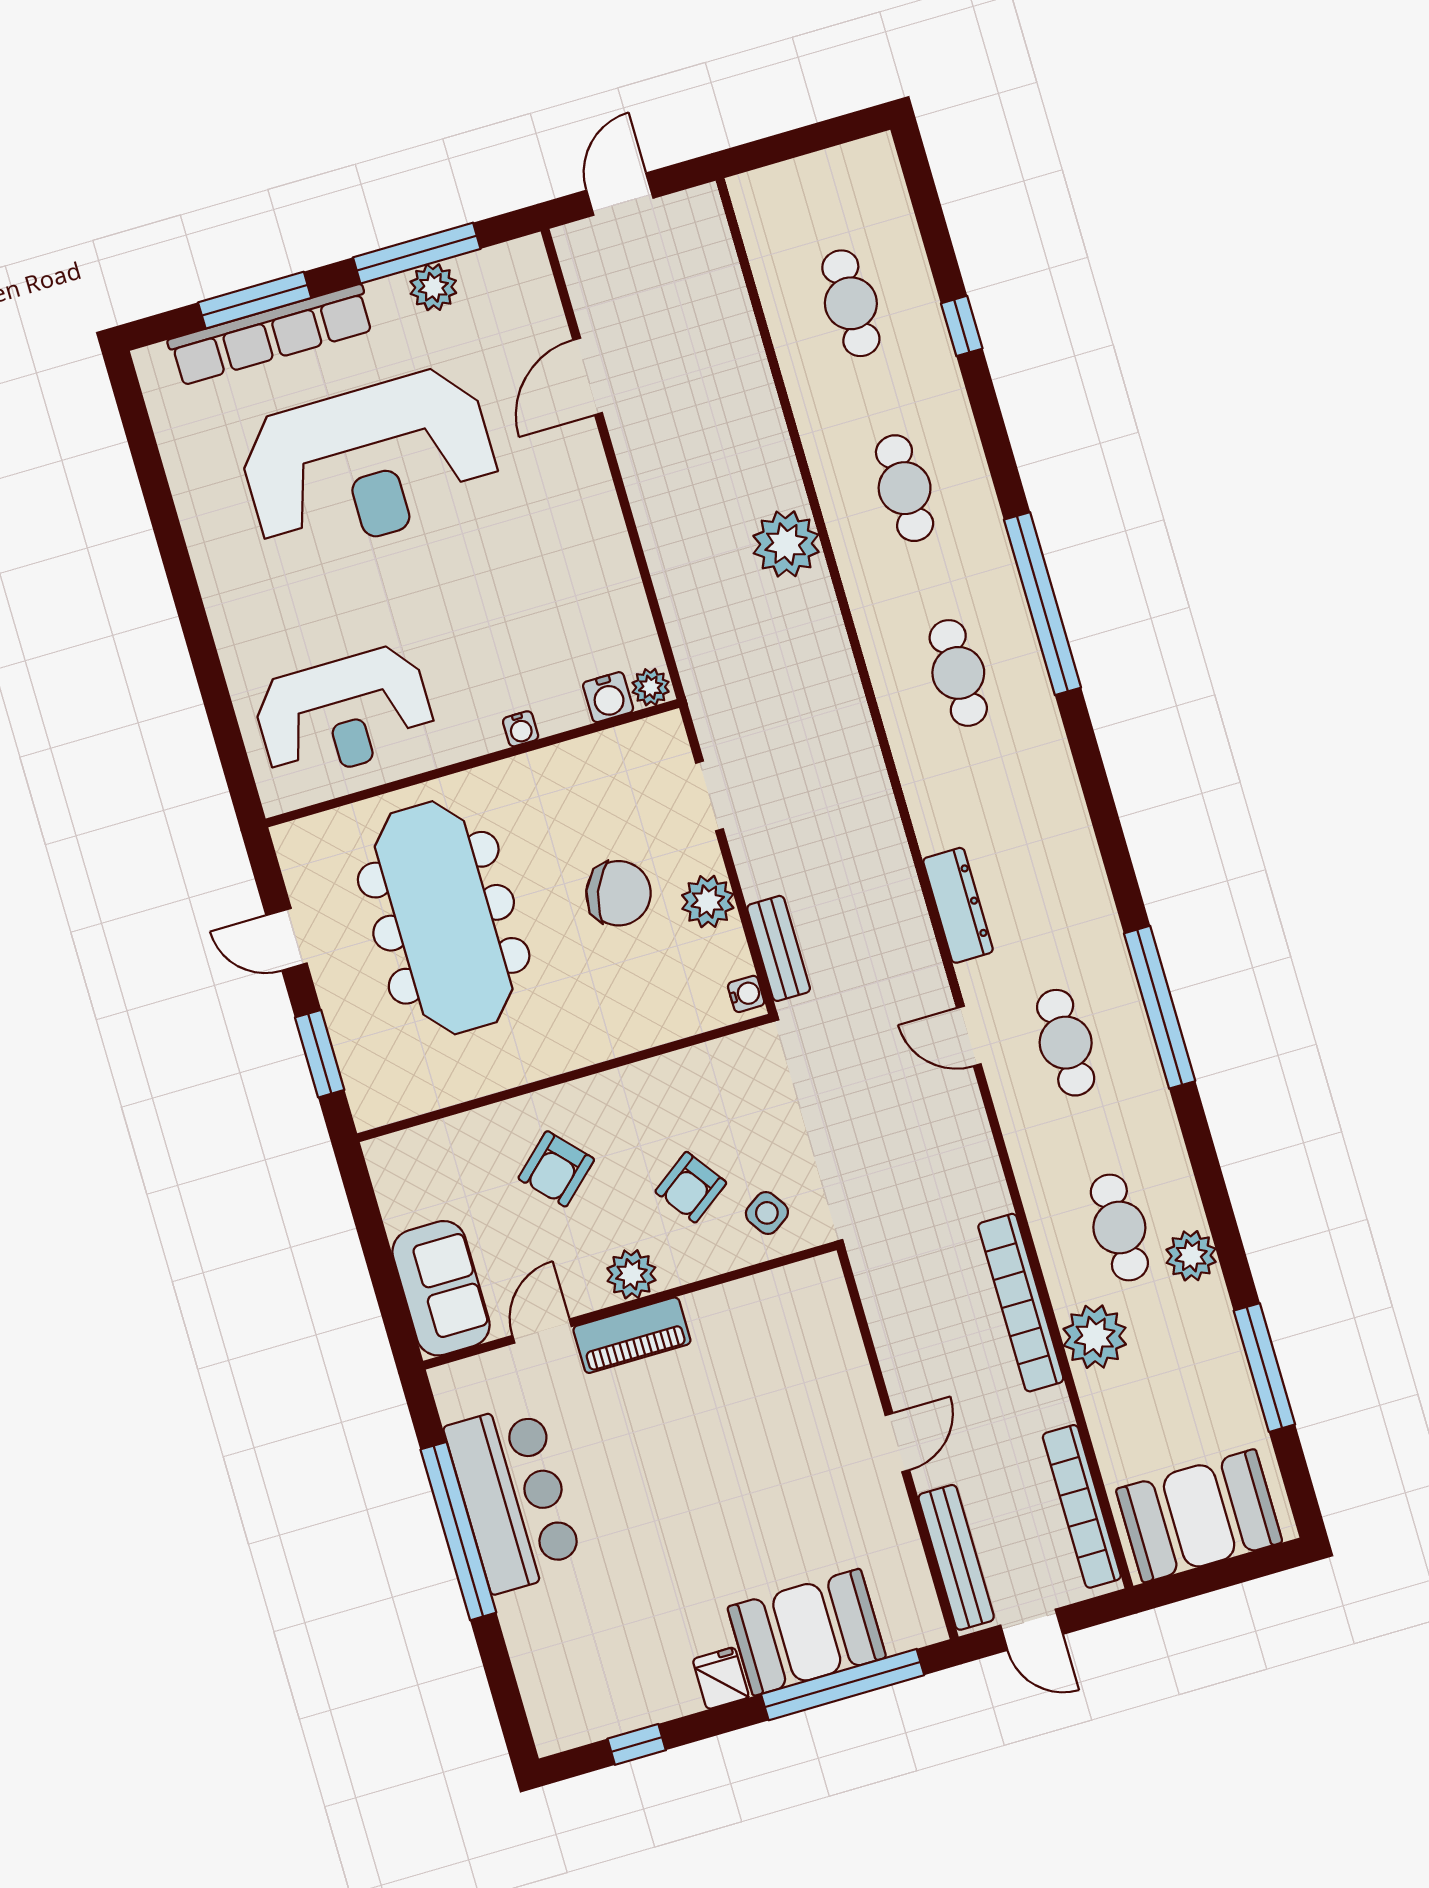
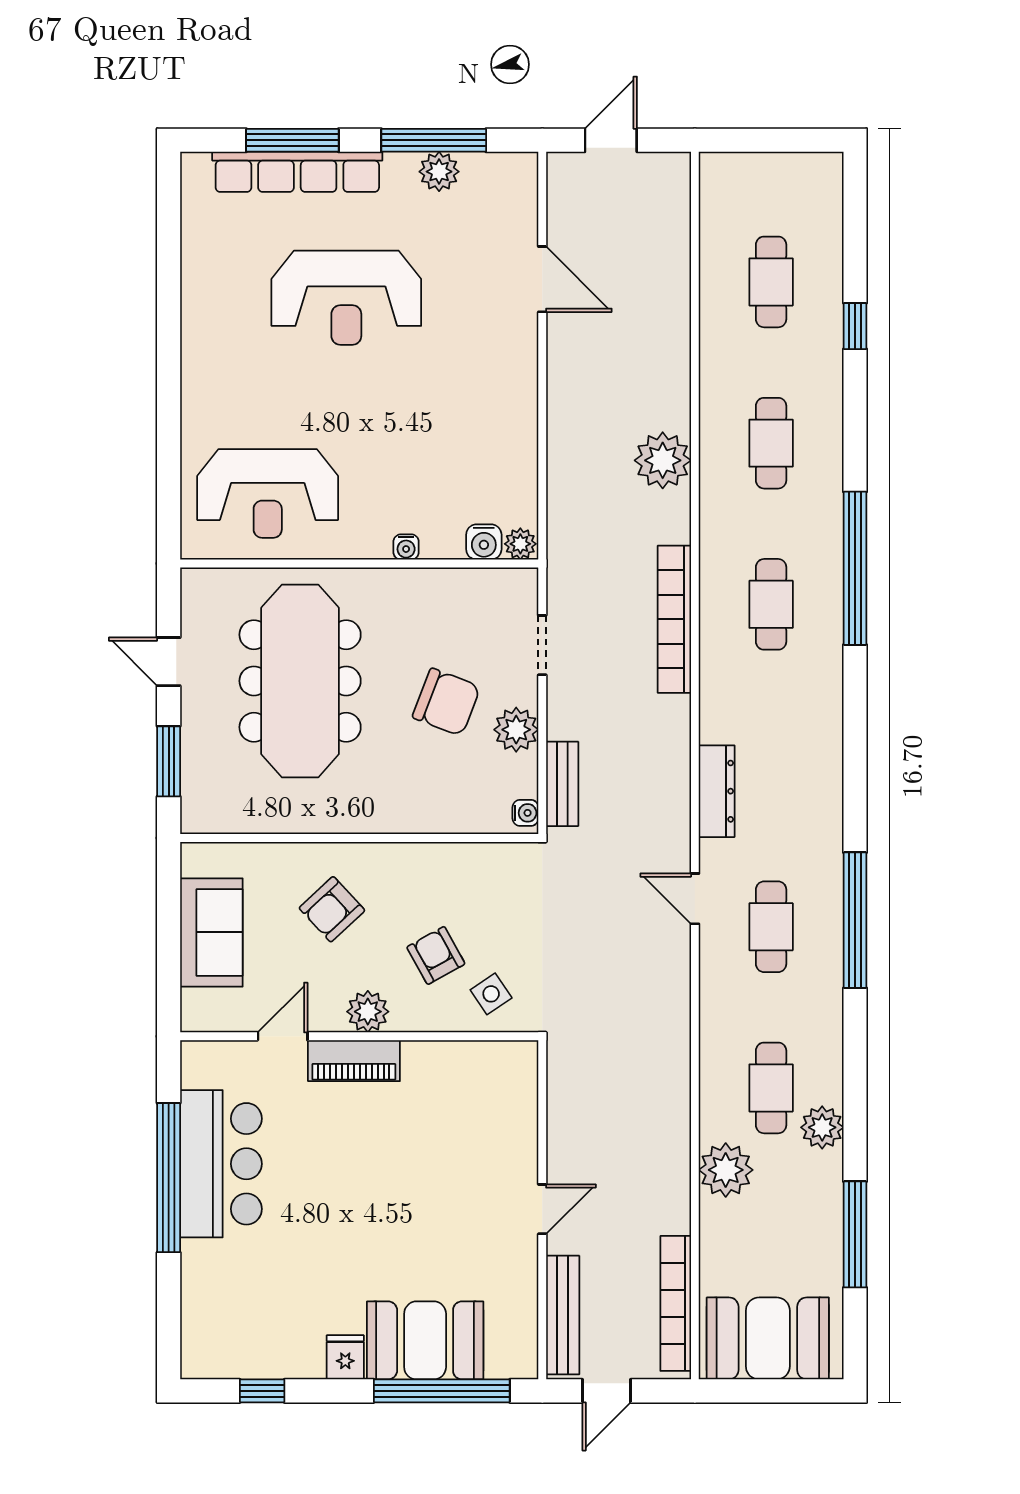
door: (588, 376) -> (542, 279), swing flipped
reception desk: (369, 463) -> (346, 298), width x0.74, depth x0.77
armchair: (691, 1187) -> (436, 955), turned 97
sofa: (441, 1288) -> (211, 932), moved
bookcase: (1021, 1303) -> (674, 619), moved
door: (1032, 1630) -> (607, 1391), hinge flipped

